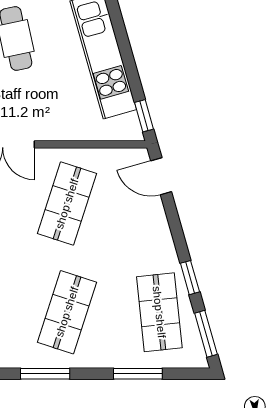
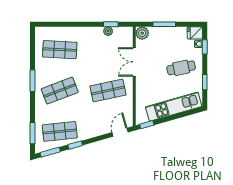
shop shelf: (67, 204) -> (108, 91), turned -30
shop shelf: (67, 312) -> (60, 91), turned -39
window: (138, 374) -> (33, 133), moved

